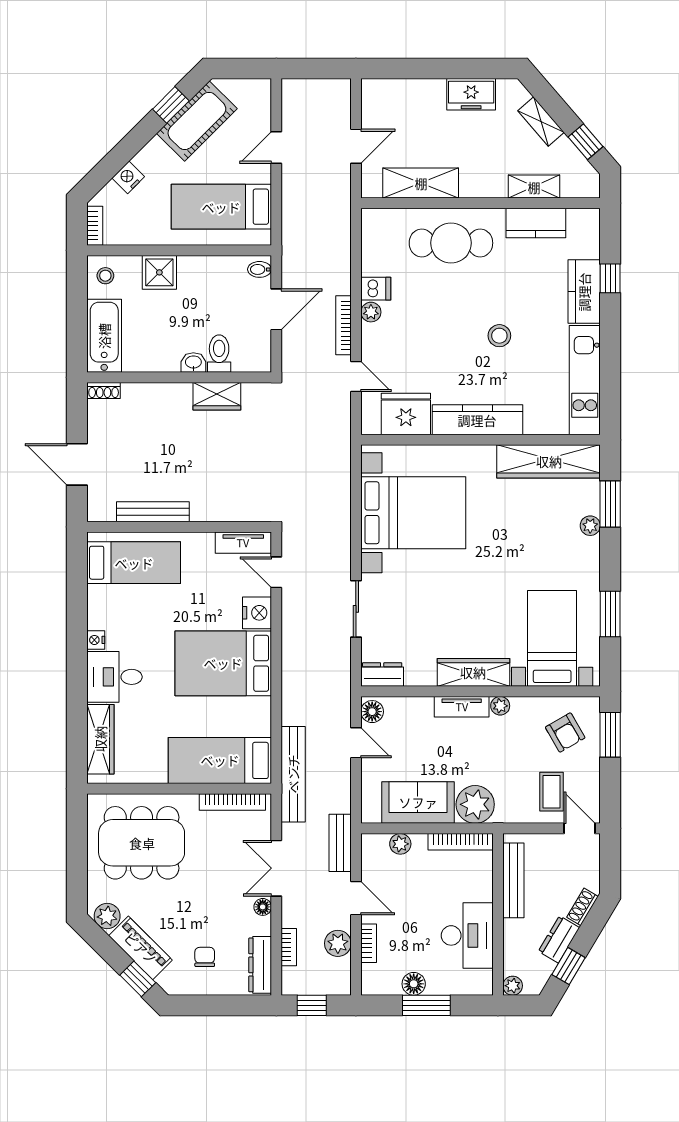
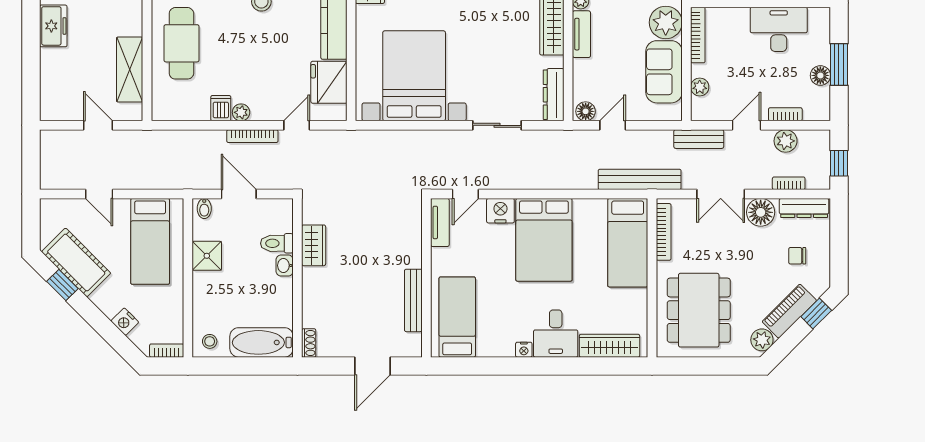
shower: (159, 272) -> (207, 256), moved
dresser: (382, 674) -> (554, 95), width x1.44
floor lamp: (263, 907) -> (761, 212), width x1.89, depth x1.89

